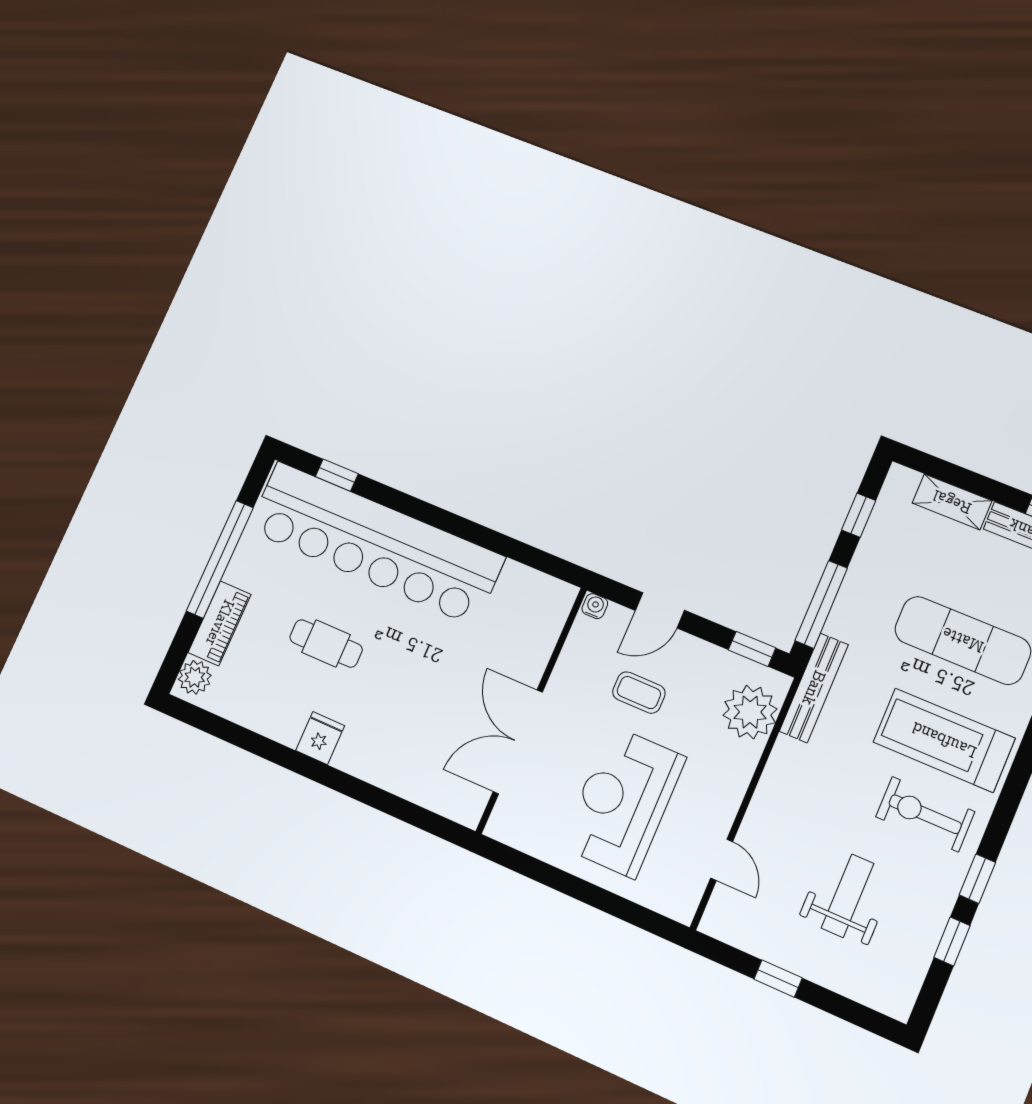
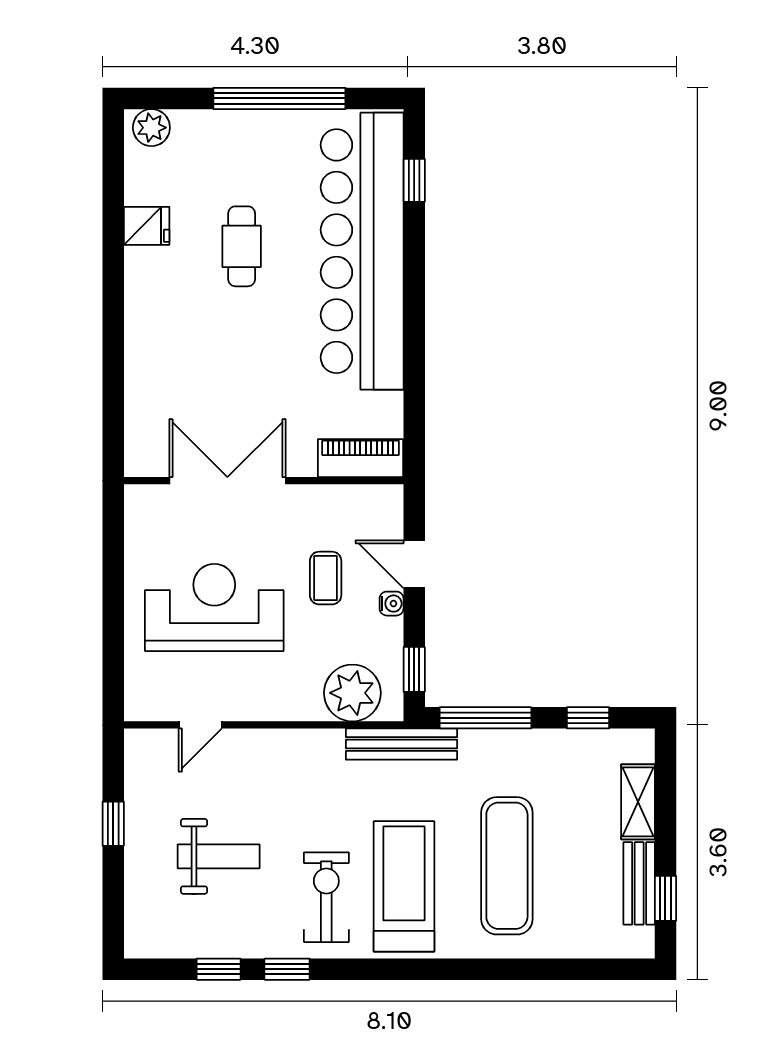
water cooler: (595, 606) -> (392, 604), moved
piano: (220, 623) -> (360, 458), moved, turned 180
fridge: (320, 738) -> (147, 226), moved

